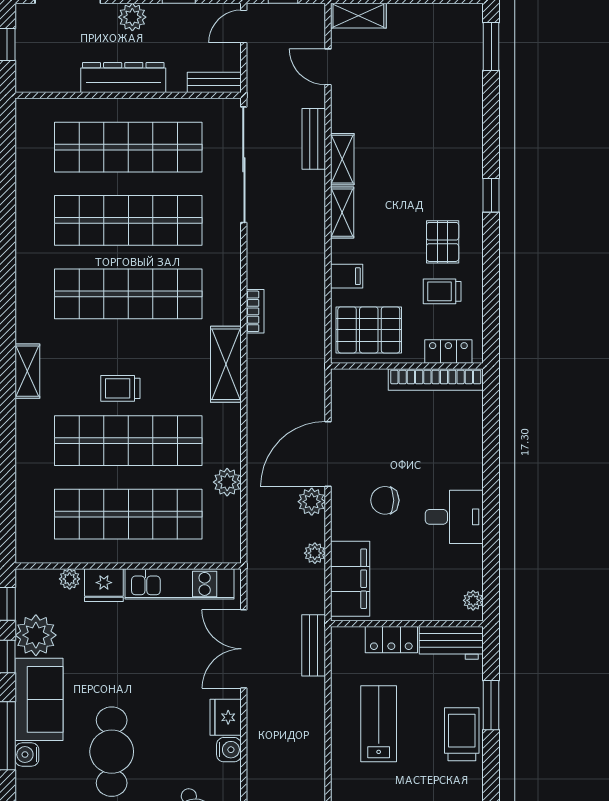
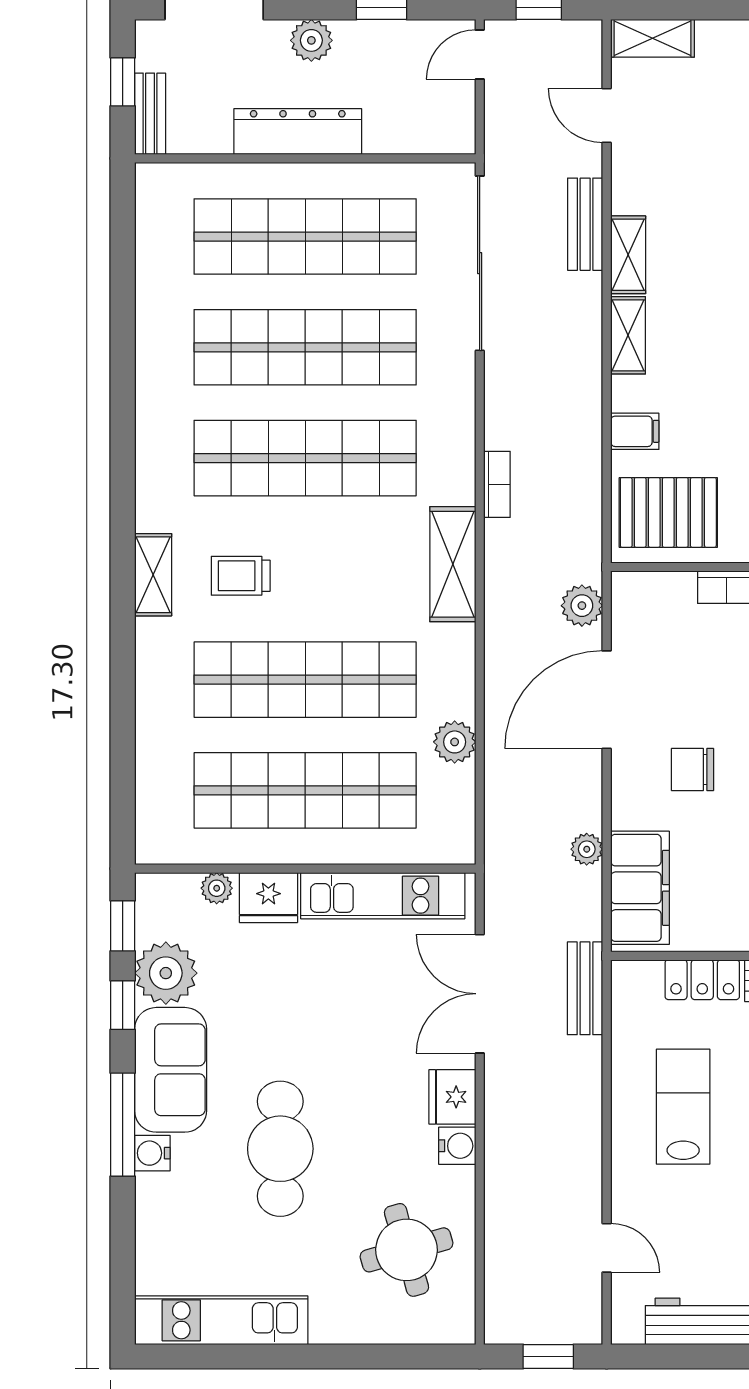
bench: (214, 82) -> (150, 114), moved, turned 90
trolley: (120, 388) -> (241, 576), moved
plant: (312, 502) -> (582, 606), moved

